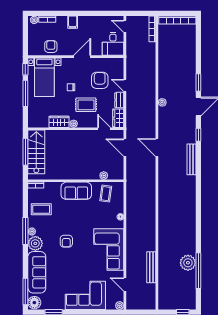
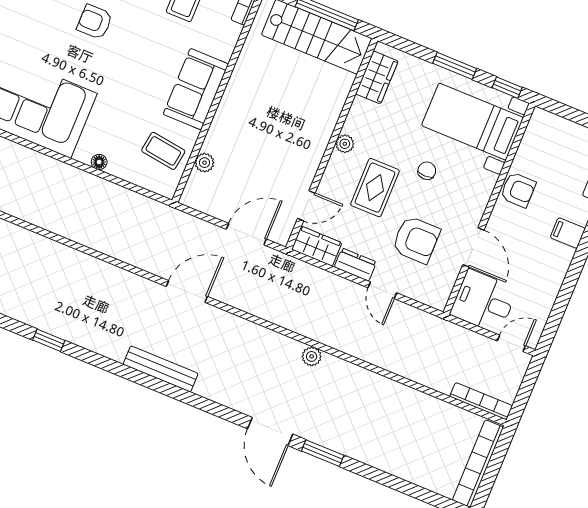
armchair: (51, 47) -> (518, 190), moved
door: (82, 57) -> (473, 247), moved
door: (125, 85) -> (382, 290), swing flipped
window: (25, 93) -> (455, 66), width x0.69
wardrobe: (59, 122) -> (377, 77), moved
window: (198, 135) -> (49, 340), moved
door: (157, 148) -> (187, 292), moved

